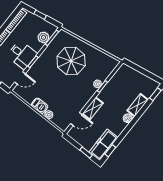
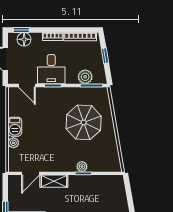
door: (76, 119) -> (31, 173), hinge flipped

